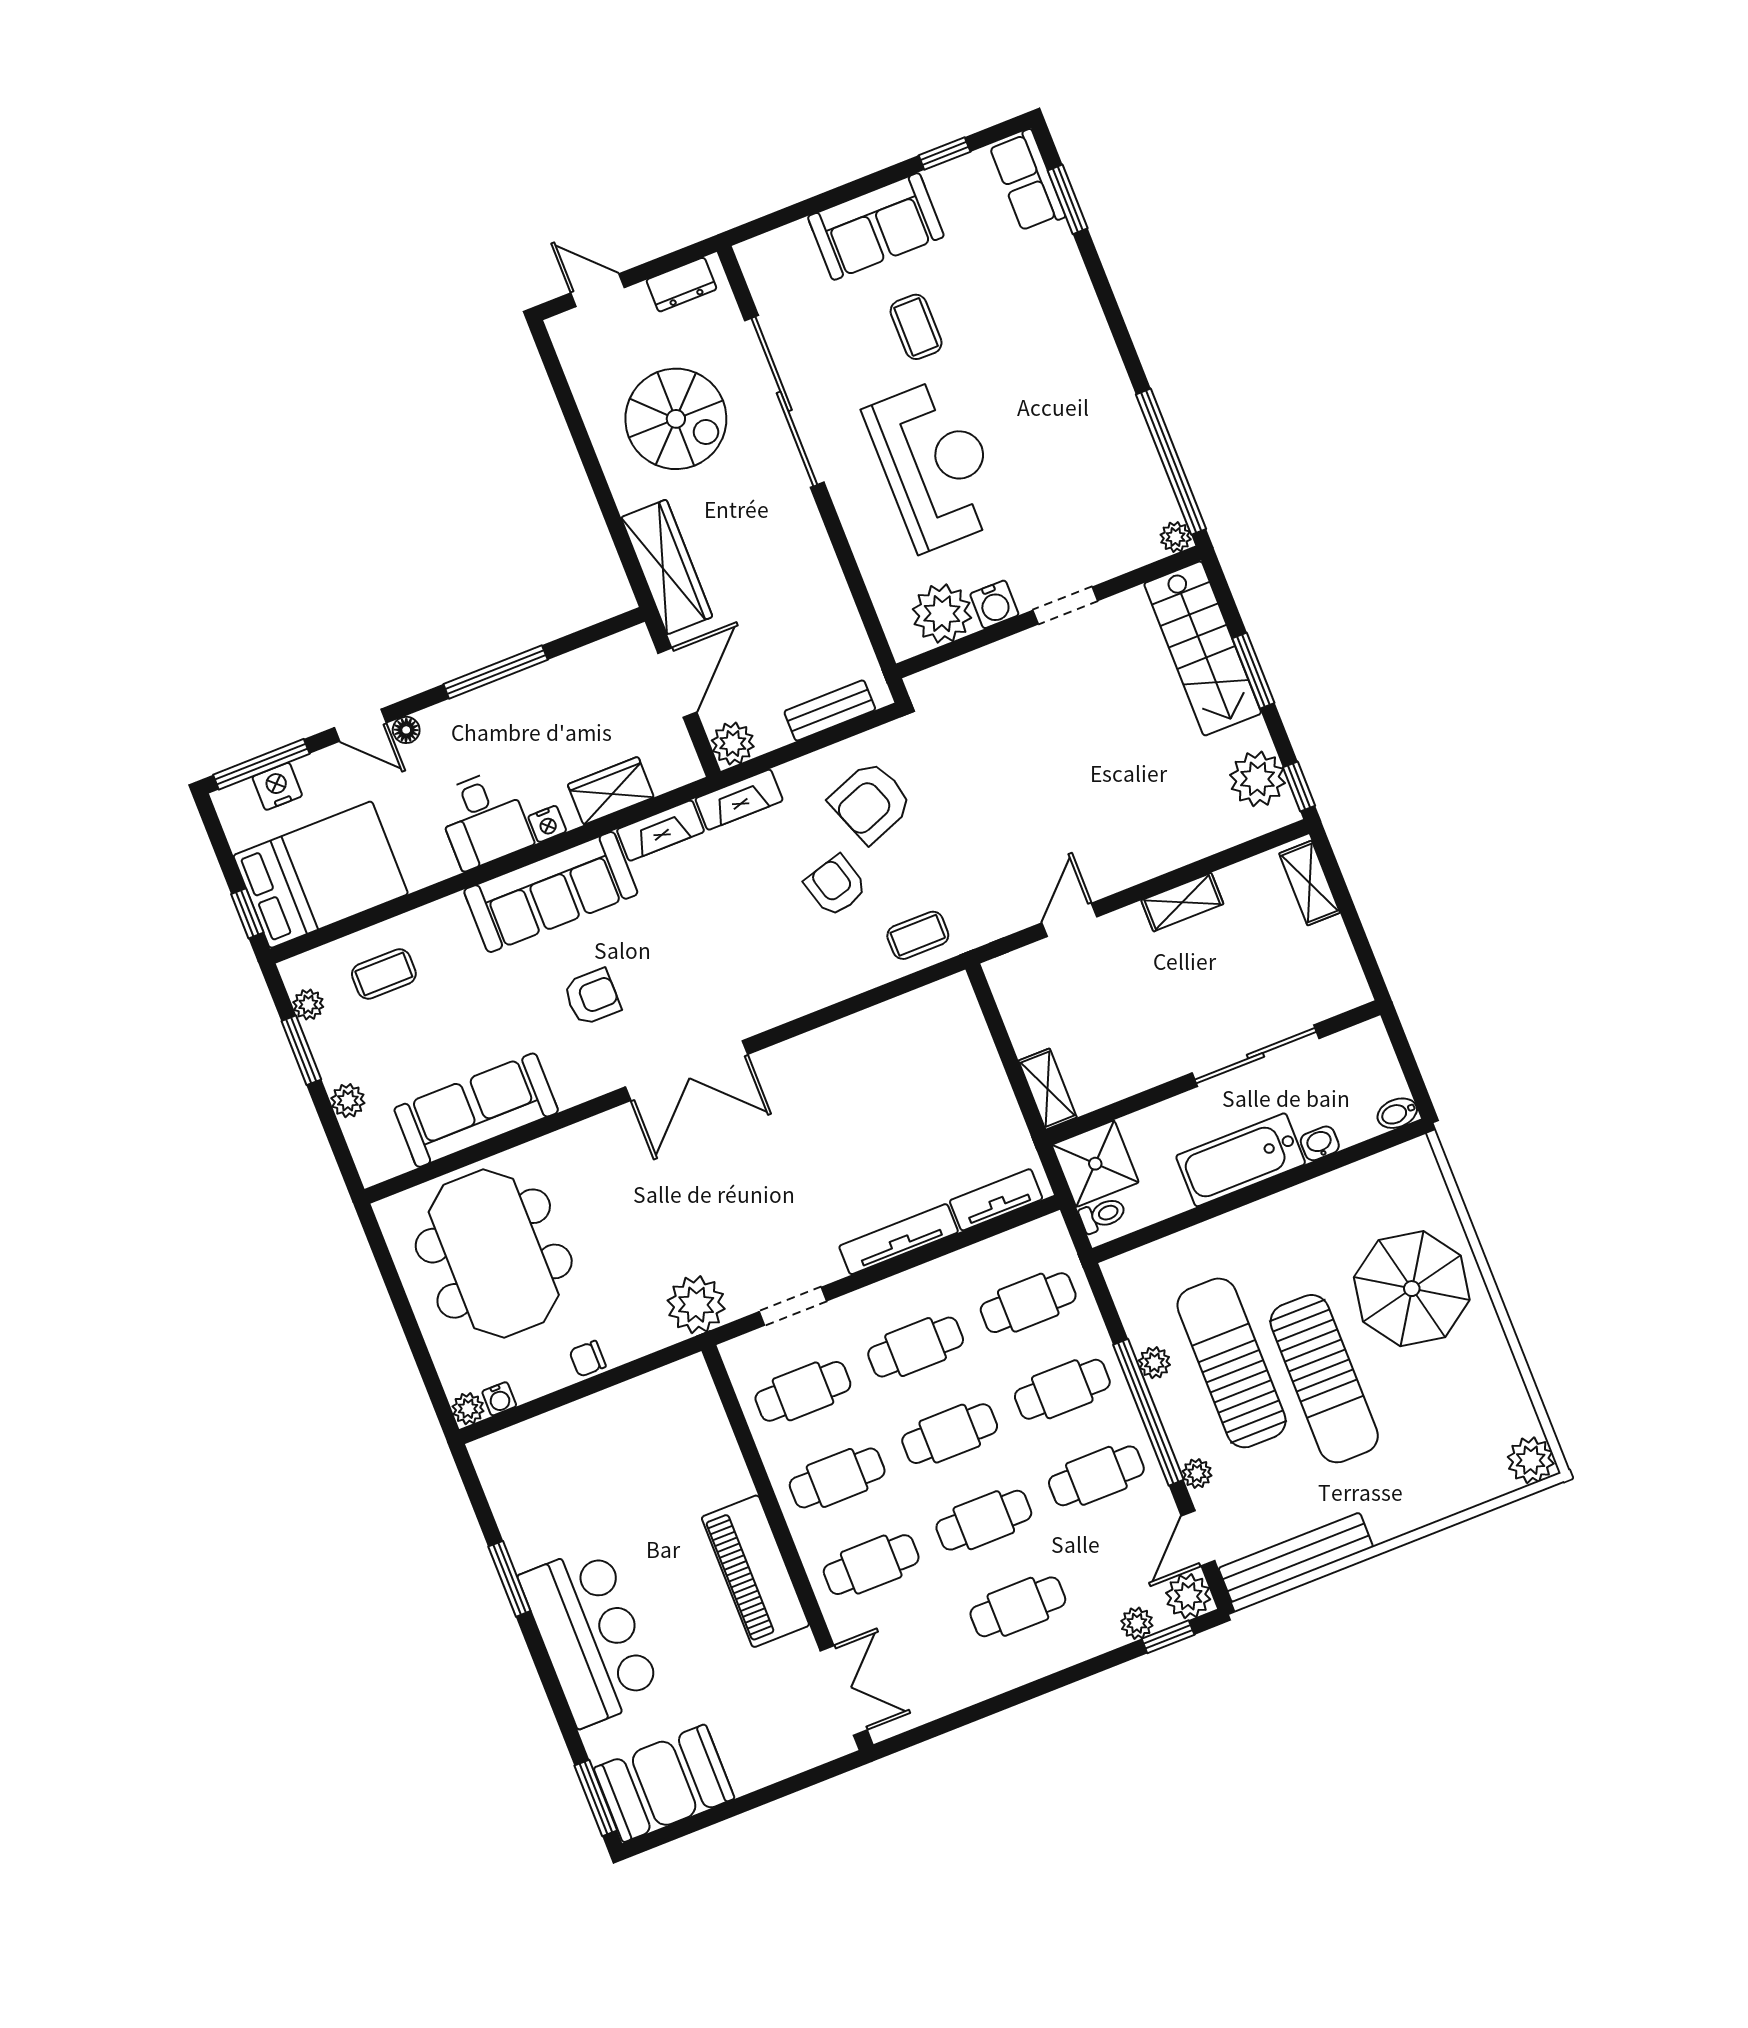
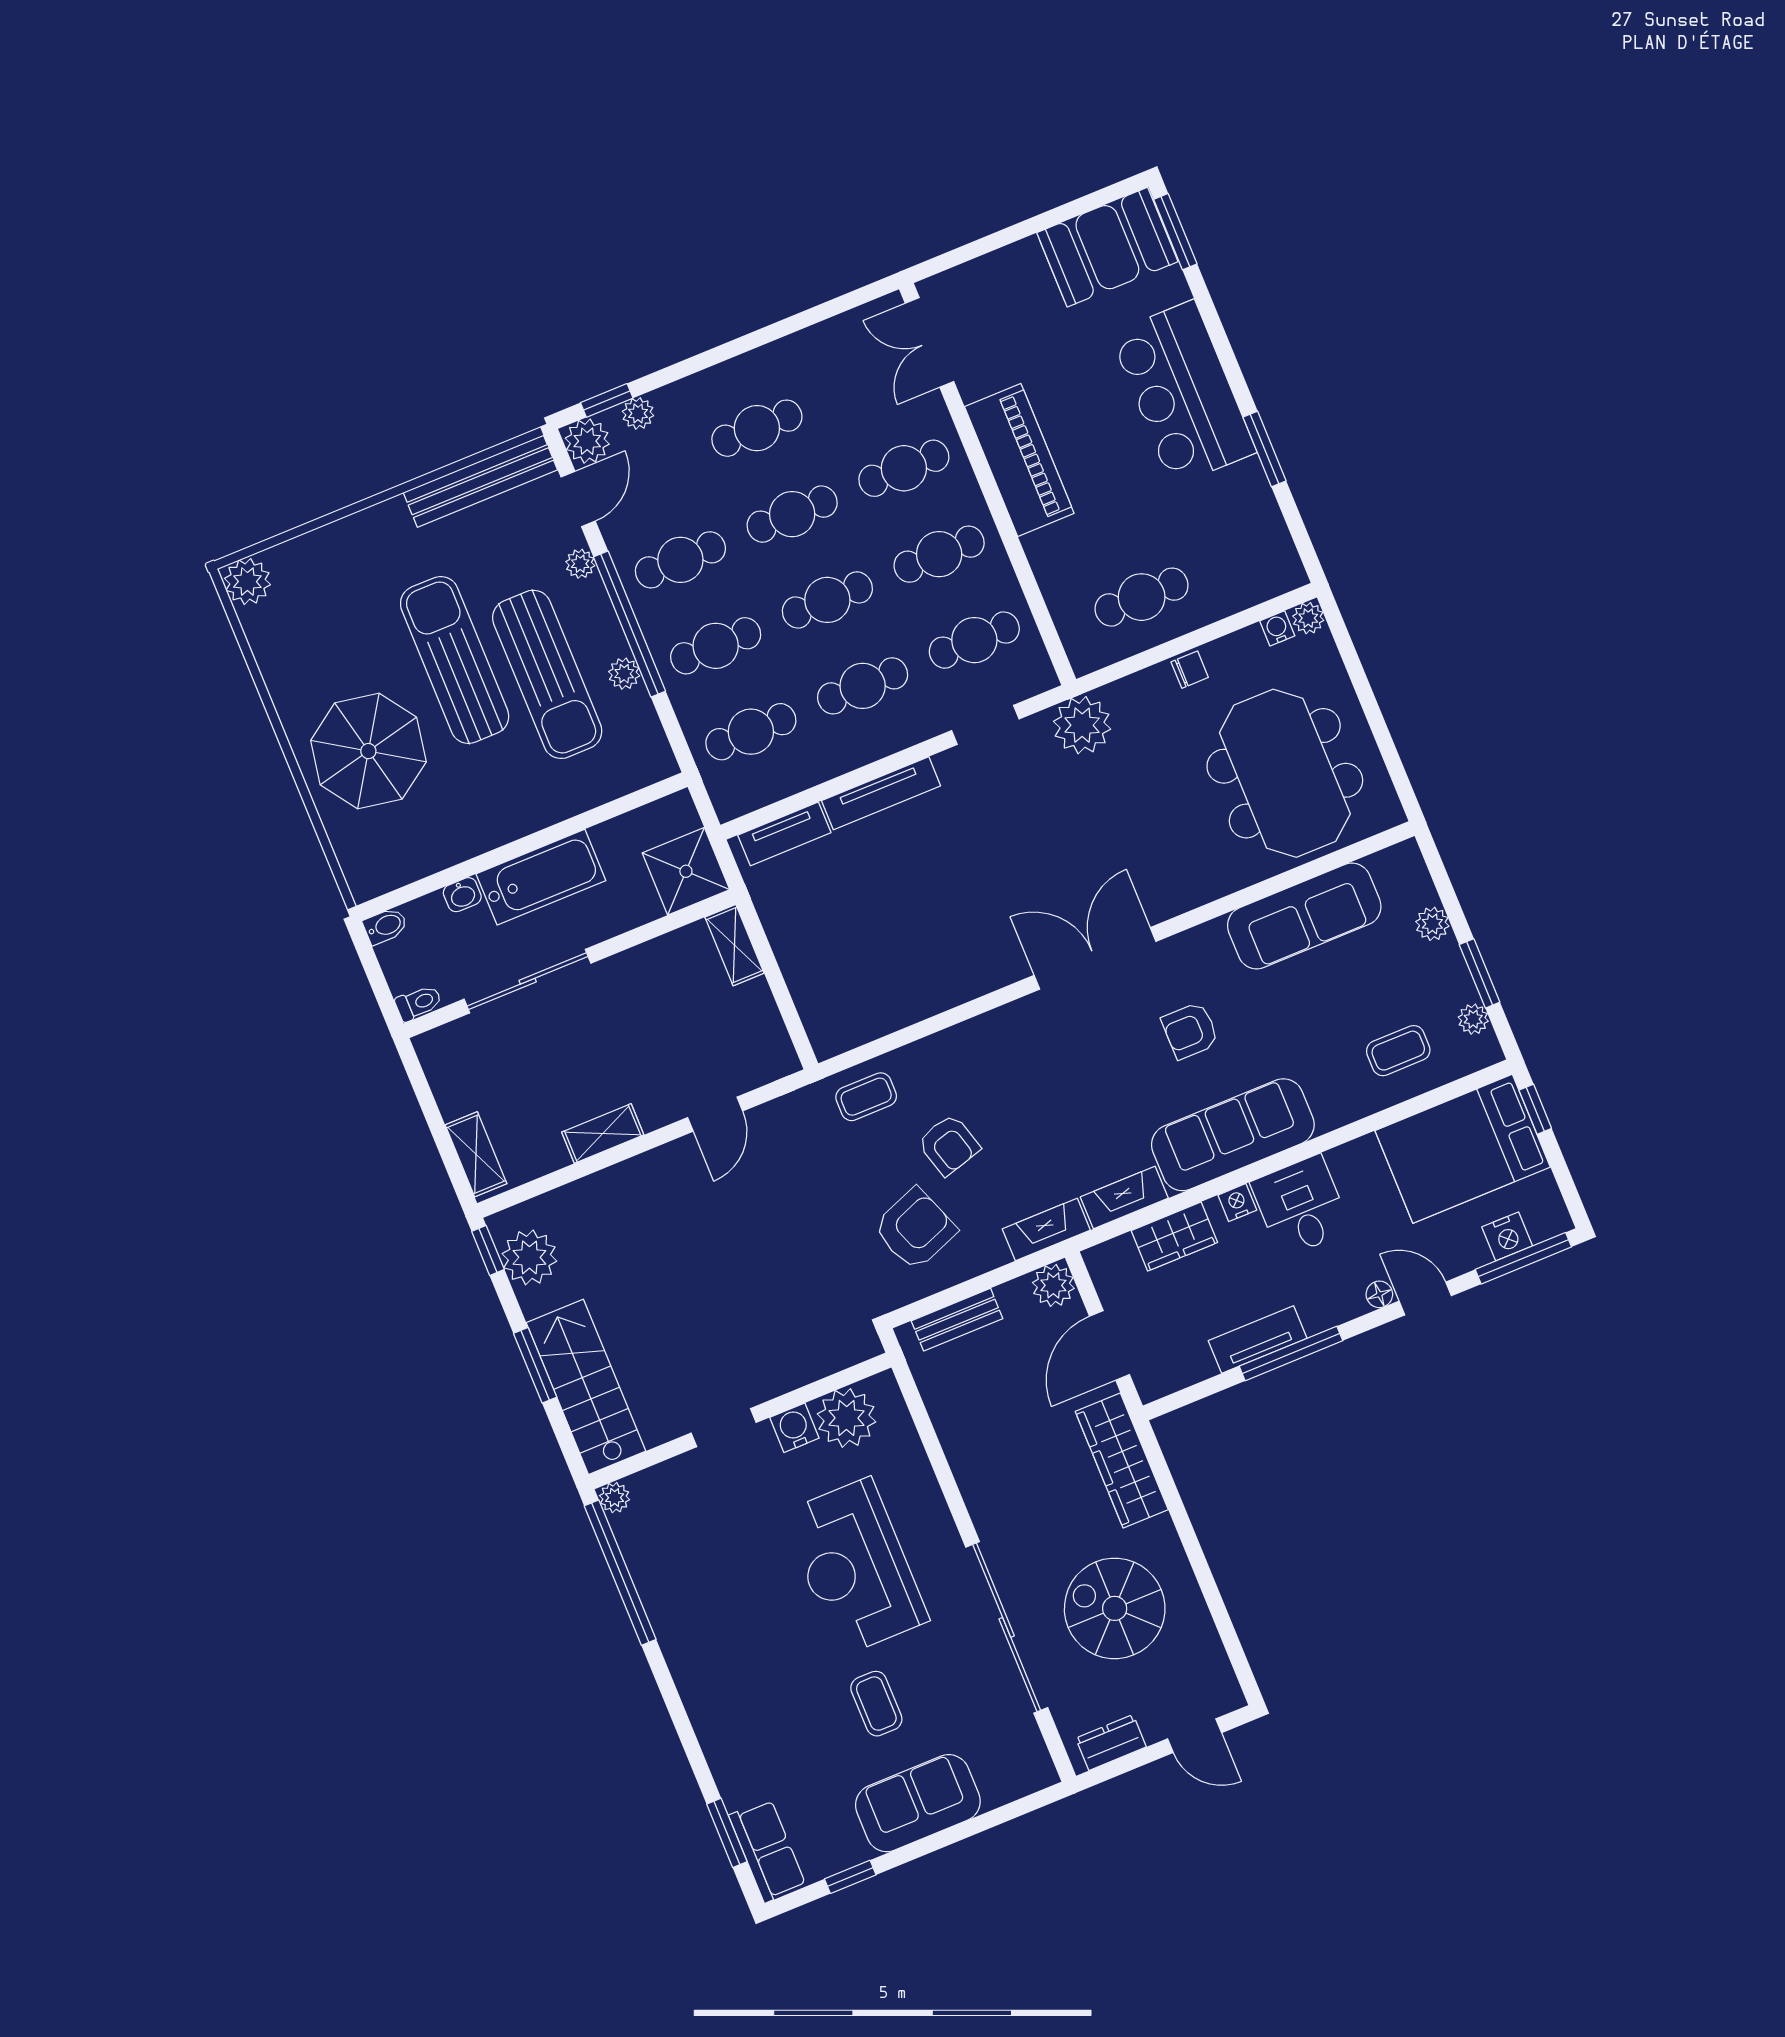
tv unit: (529, 686) -> (1258, 1340), added
toilet: (1103, 1215) -> (419, 1003), moved, turned 180
cafe table: (635, 1432) -> (1142, 597), added

